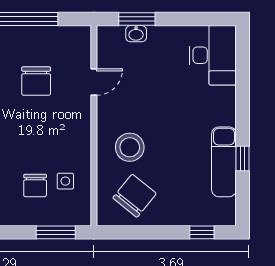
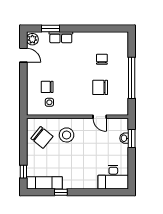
exam couch: (224, 162) -> (44, 183), moved
window: (56, 232) -> (23, 97), removed

